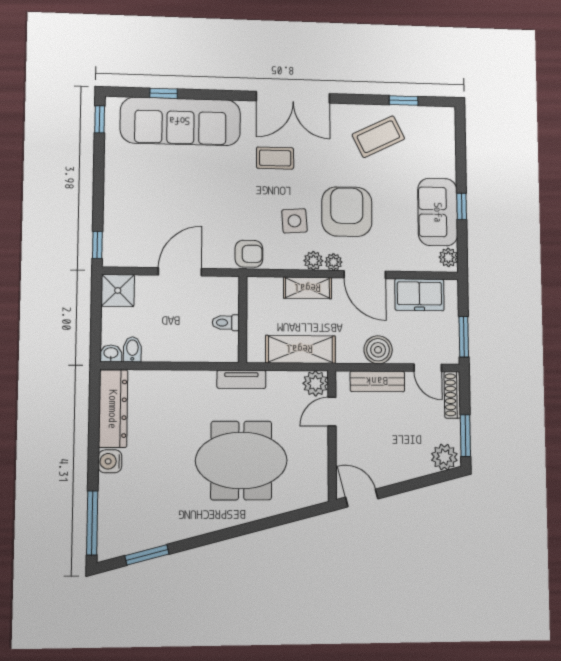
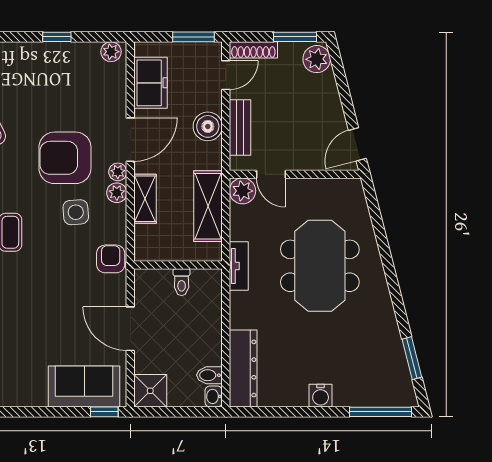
sofa: (438, 212) -> (84, 386), moved, turned 180
dresser: (113, 409) -> (243, 368), moved, turned 90

